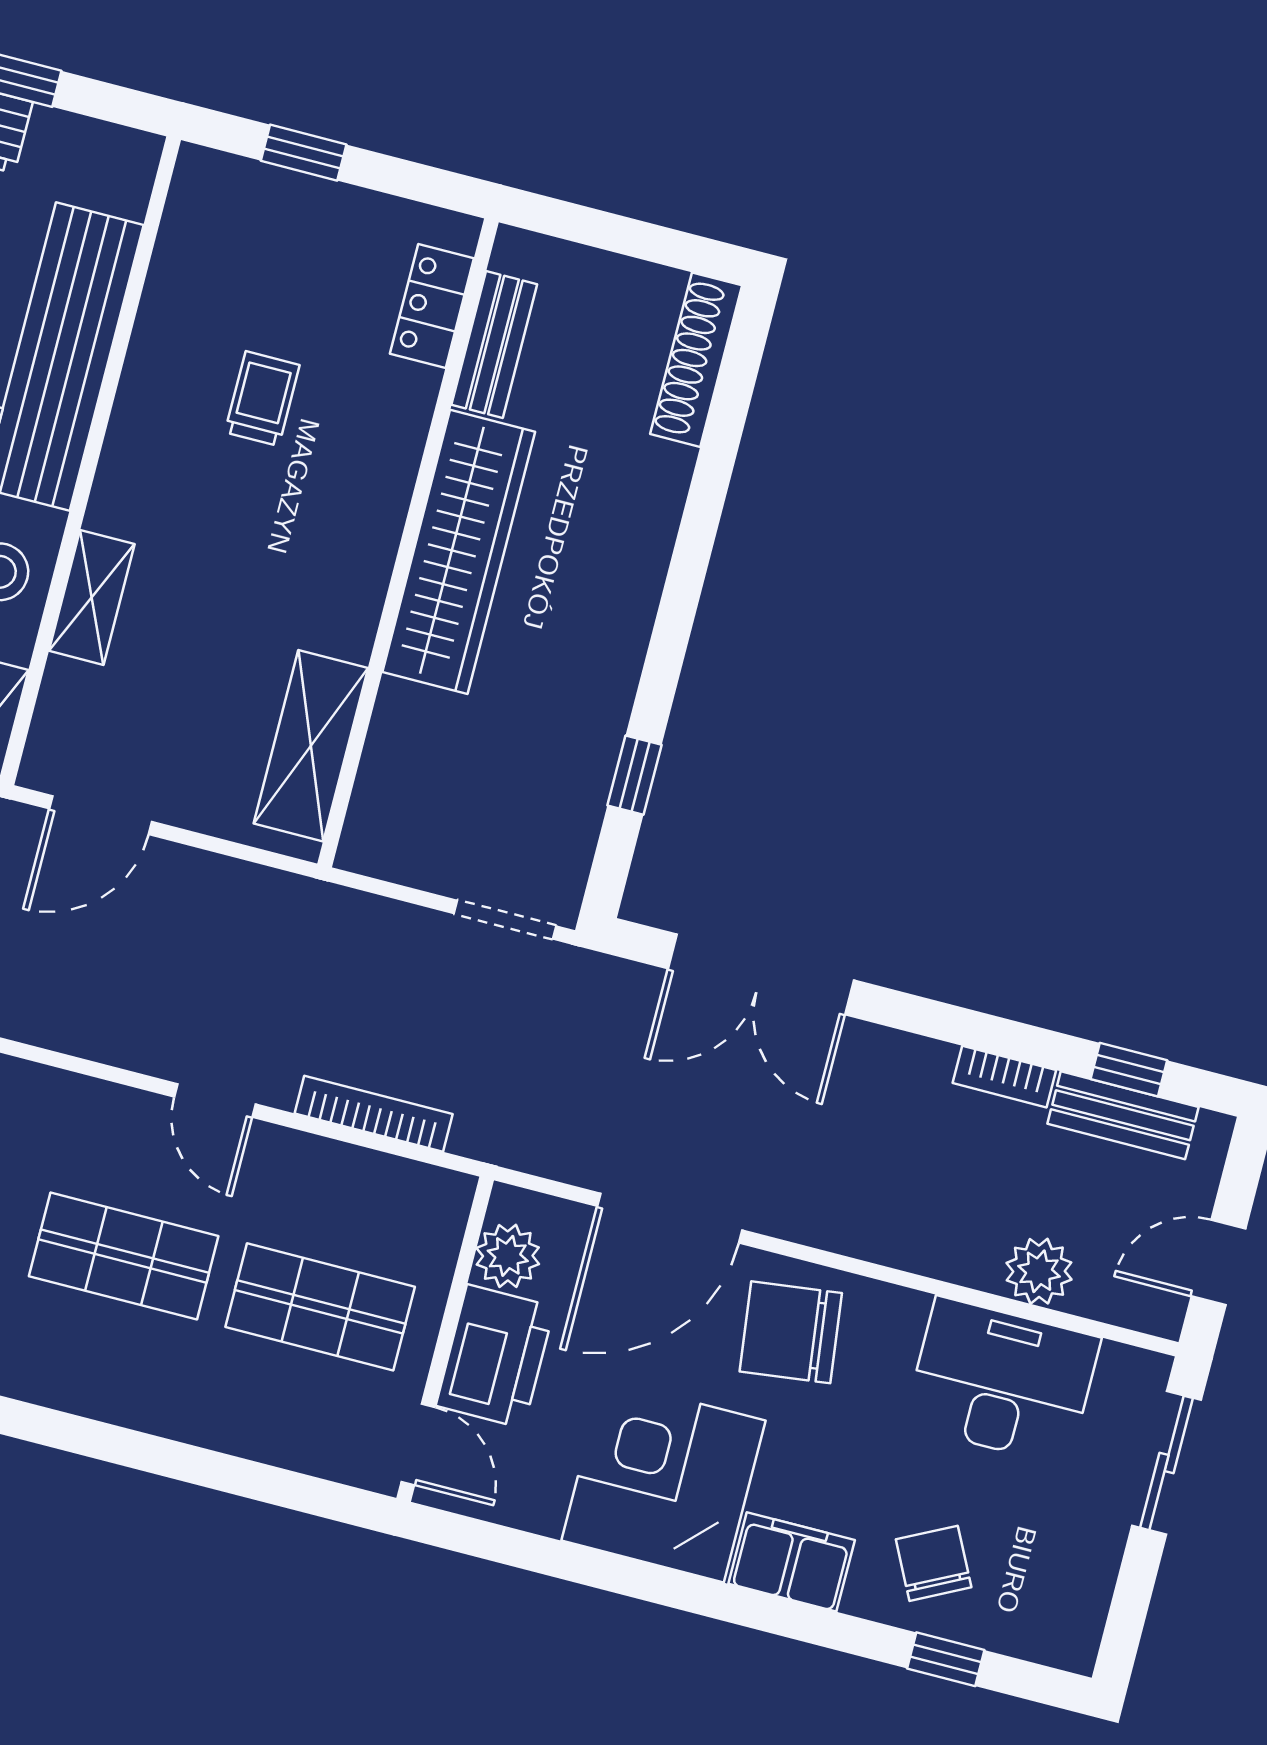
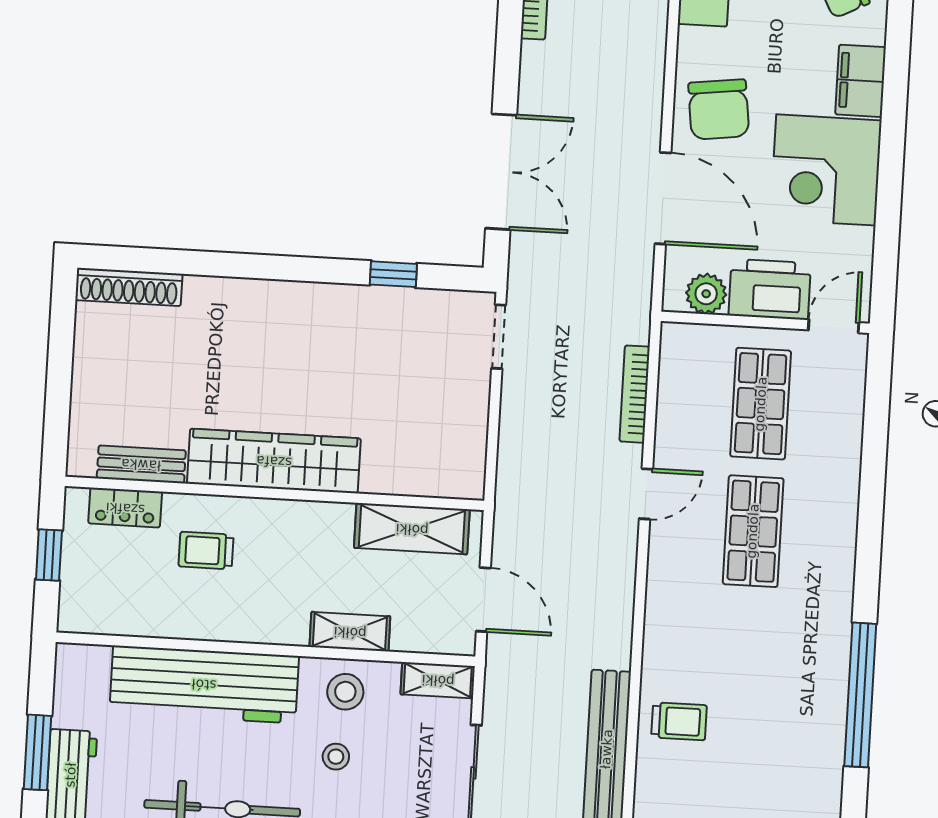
locker: (432, 306) -> (125, 508), moved
bench: (494, 345) -> (141, 464), moved
wall: (408, 543) -> (275, 493), moved
wardrobe: (459, 552) -> (274, 461), moved
shelving: (311, 746) -> (412, 529), moved

